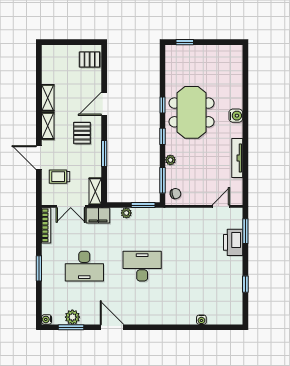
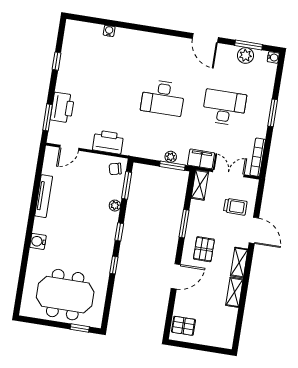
meeting table: (191, 112) -> (65, 295), moved, turned 90
window: (143, 205) -> (172, 166), moved
printer: (186, 217) -> (108, 142), added

